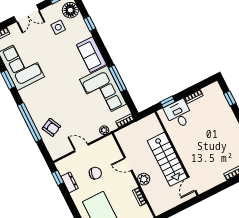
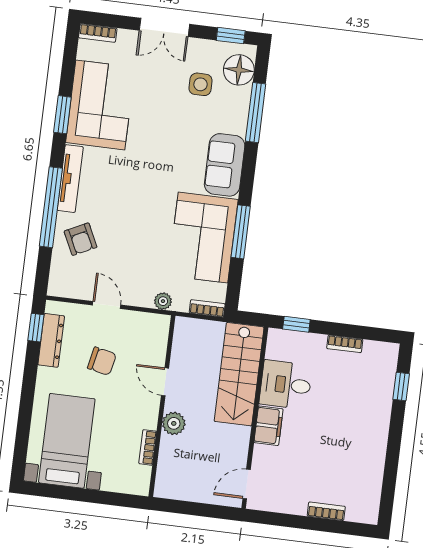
window: (90, 24) -> (256, 113), width x2.17
tv unit: (30, 105) -> (70, 179), added
desk: (179, 114) -> (286, 385), moved, turned -90
filing cabinet: (185, 153) -> (269, 426), added
stairs: (167, 159) -> (239, 374), moved
dresser: (70, 182) -> (51, 340), width x1.44

